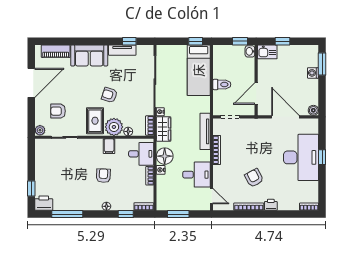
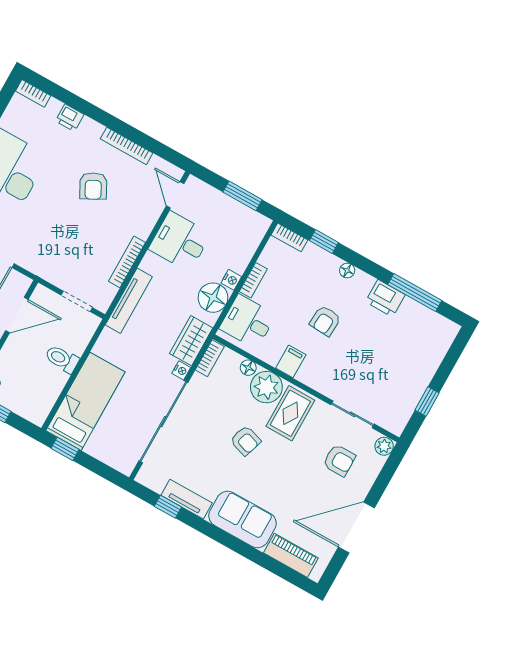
window: (31, 188) -> (427, 402), moved
printer: (44, 203) -> (385, 298), moved
printer: (271, 205) -> (70, 118), moved

